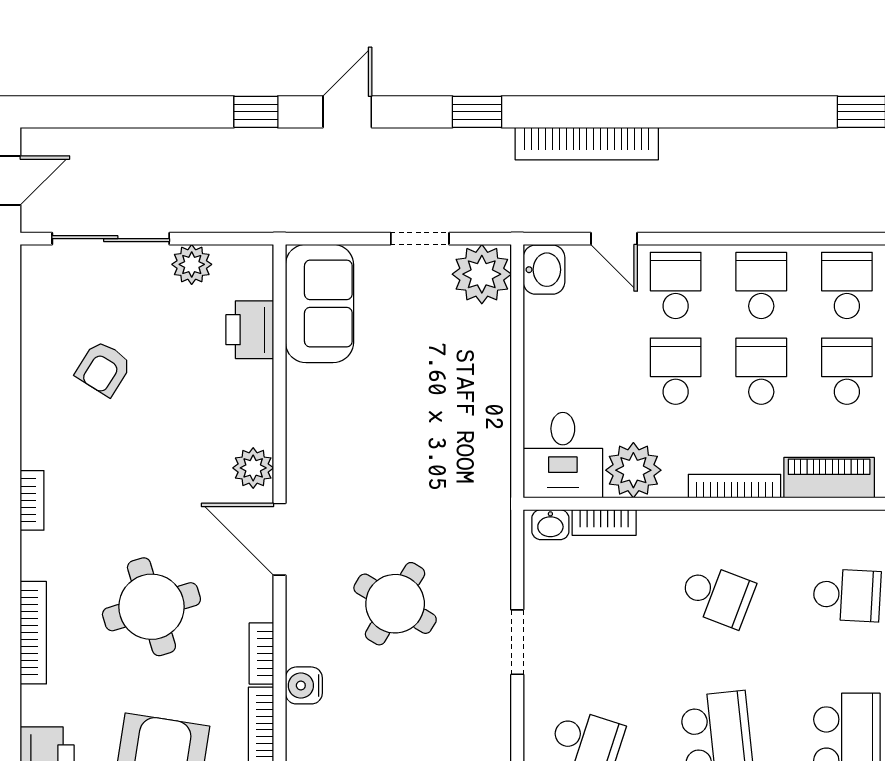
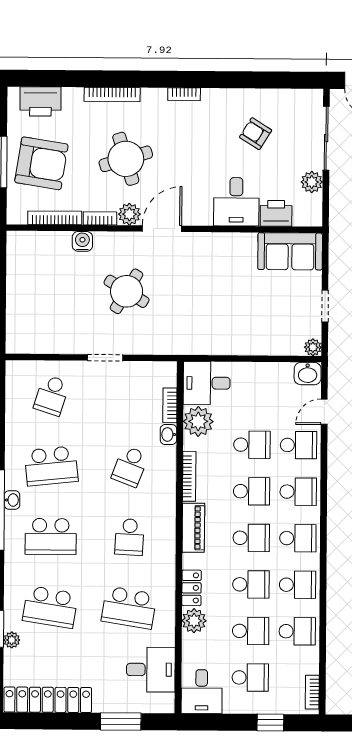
plant: (482, 274) -> (313, 347), width x0.53, depth x0.53
desk: (229, 403) -> (236, 202), added
plant: (253, 468) -> (129, 214), moved
washbasin: (550, 525) -> (169, 435), moved

